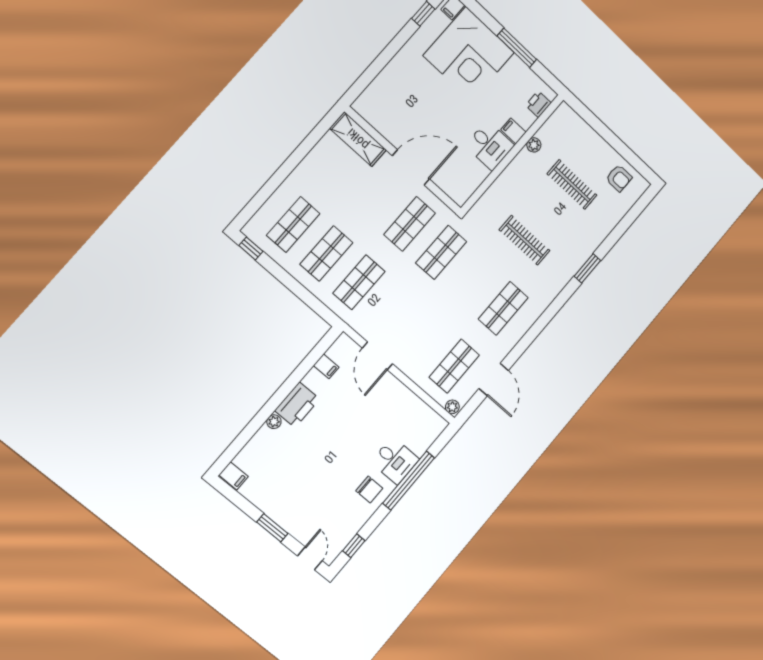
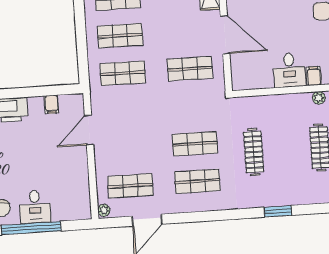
shop shelf: (441, 252) -> (195, 144), moved

